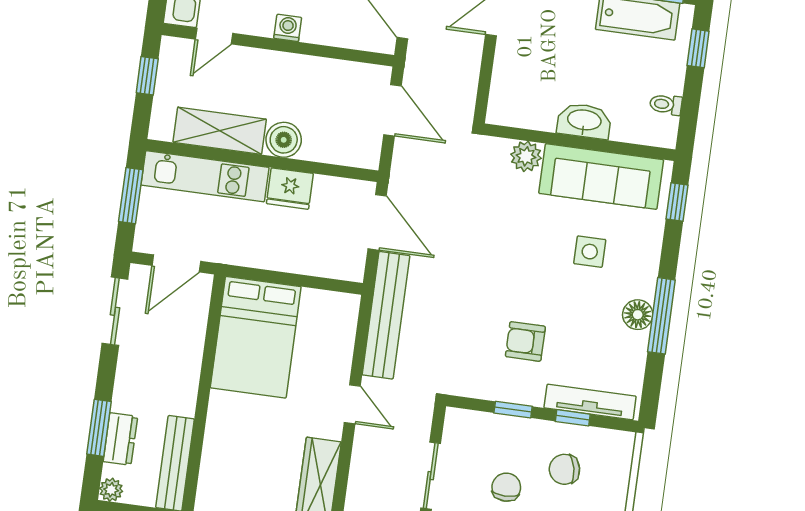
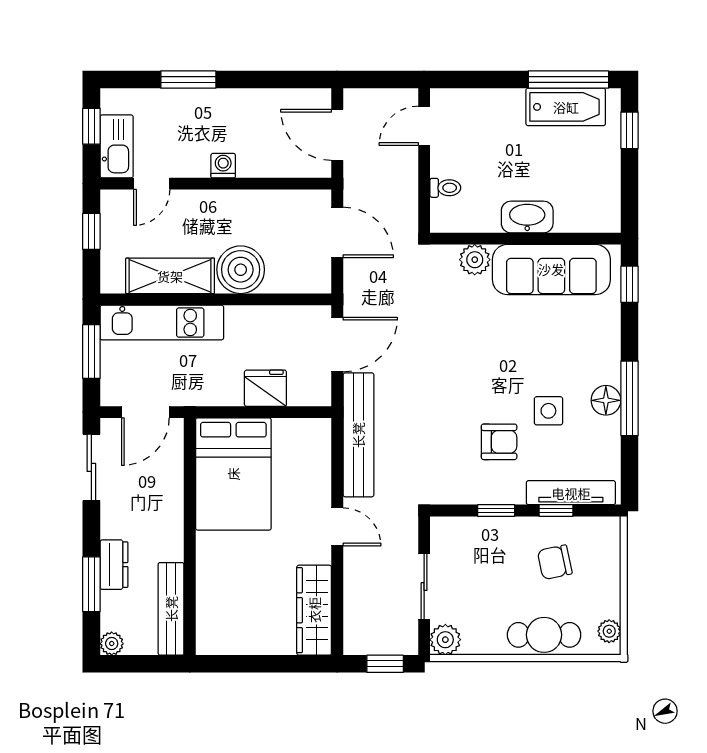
toilet: (666, 104) -> (445, 188), moved, turned 180
boiler: (284, 140) -> (241, 270), width x1.37, depth x1.37
fridge: (290, 189) -> (265, 388), moved, turned 180
door: (377, 222) -> (337, 345), hinge flipped
side table: (590, 252) -> (548, 411), moved
armchair: (525, 341) -> (499, 442), turned 180
dresser: (120, 439) -> (114, 565), moved
chair: (506, 487) -> (500, 588), removed

